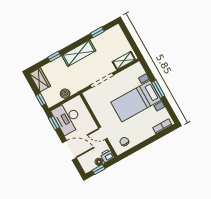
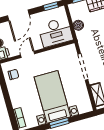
desk: (67, 118) -> (56, 32), moved, turned 180

